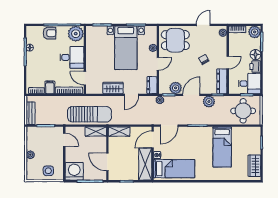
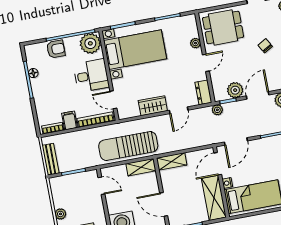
bed with nightstands: (126, 48) -> (135, 50), moved, turned -90
sun lounger: (89, 114) -> (128, 146), turned 180

